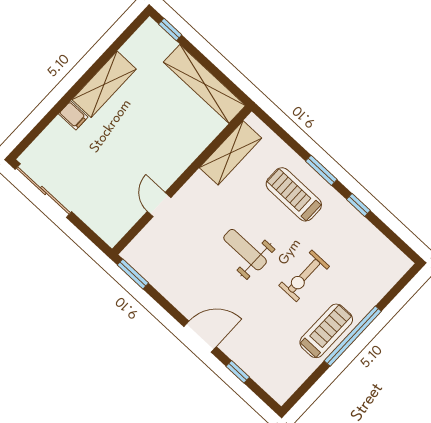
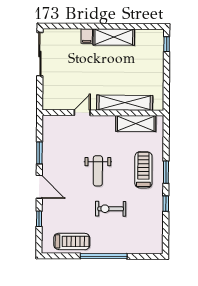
shelving: (204, 84) -> (125, 103), moved, turned 90
weight bench: (245, 250) -> (98, 171), turned 180
window: (133, 274) -> (39, 153), moved
treadmill: (326, 331) -> (72, 241), moved

